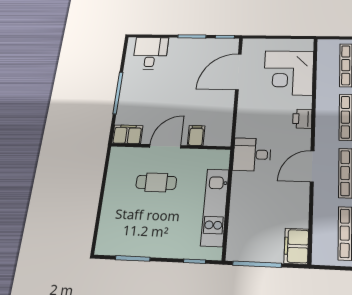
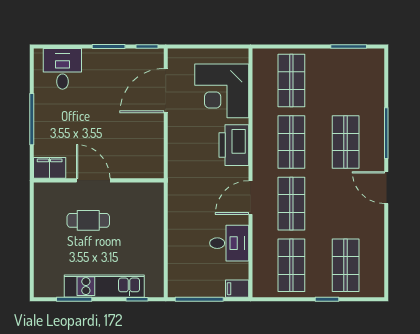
printer: (302, 119) -> (234, 145), width x1.87, depth x1.48
filing cabinet: (196, 135) -> (125, 167), removed
door: (165, 146) -> (93, 180), hinge flipped
desk: (252, 154) -> (229, 243), moved, turned 180
kitchen unit: (215, 207) -> (104, 286), moved, turned 90
filing cabinet: (296, 246) -> (237, 289), width x0.50

